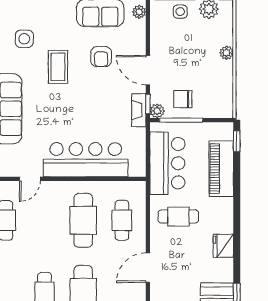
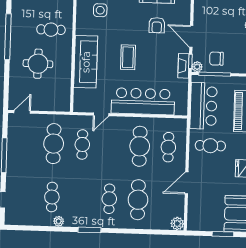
coffee table: (58, 67) -> (128, 57), moved

